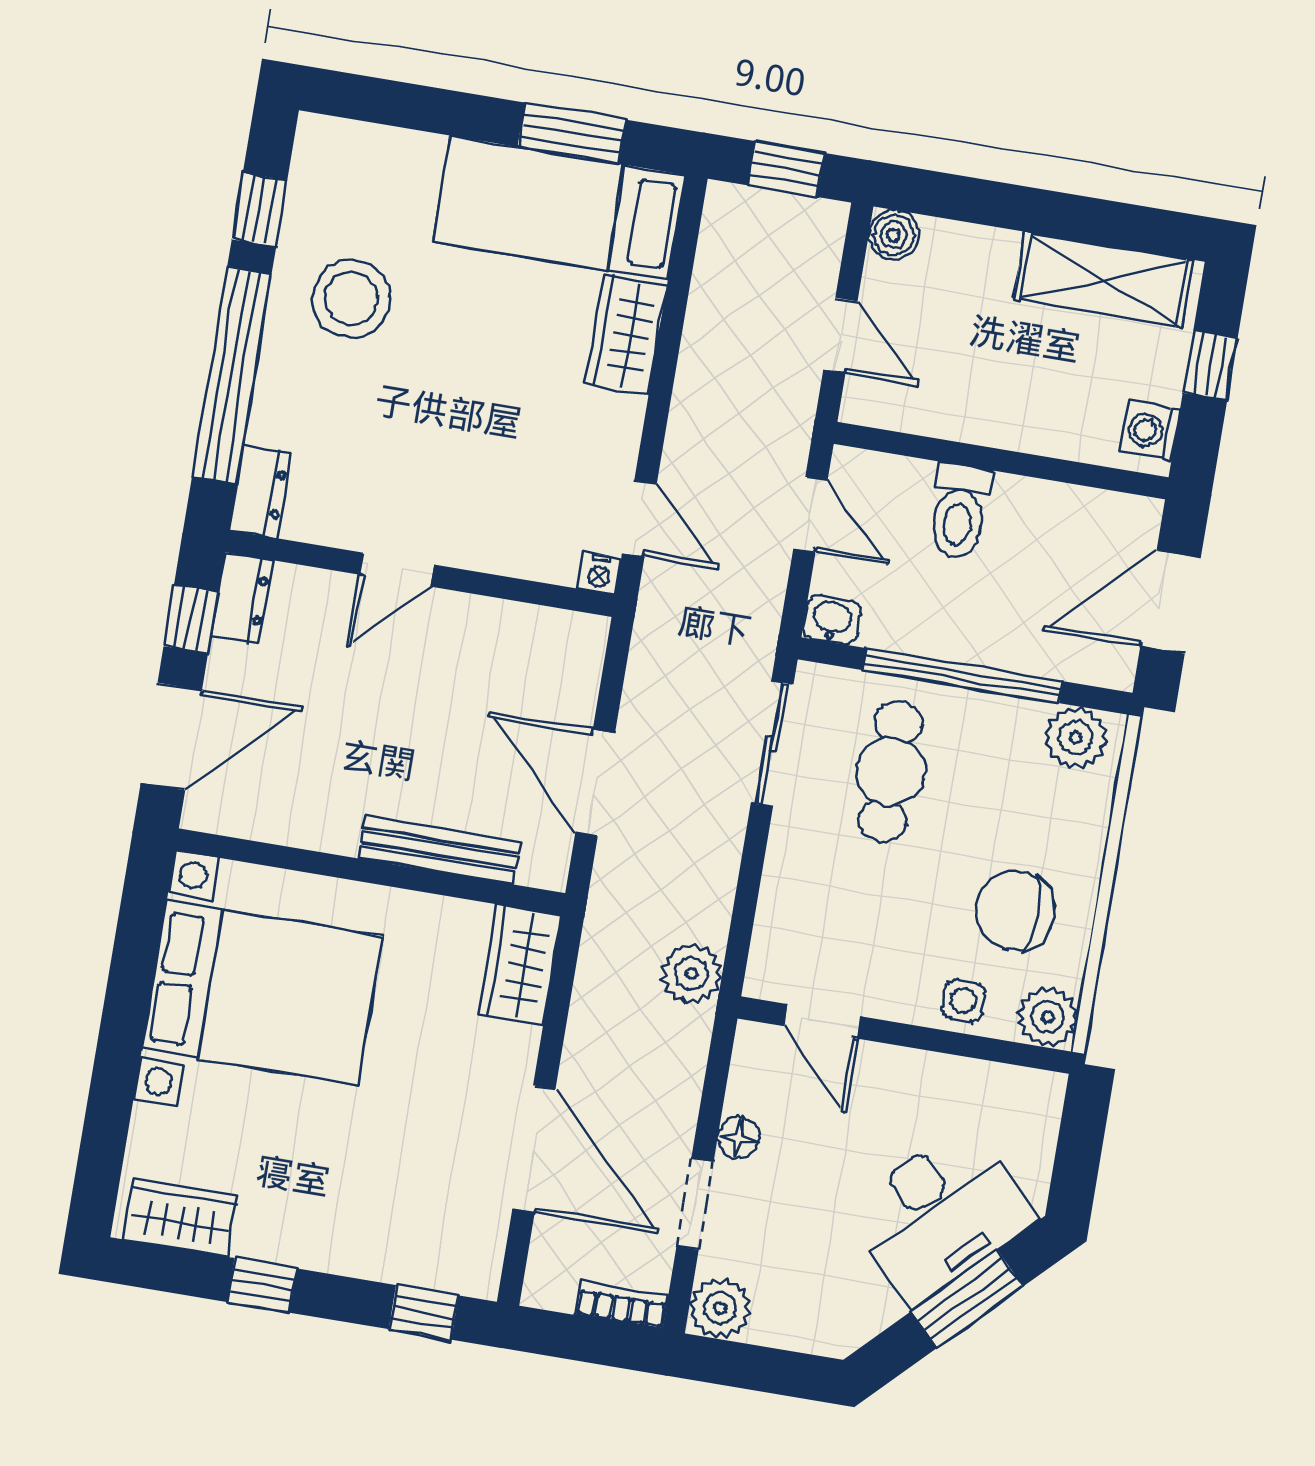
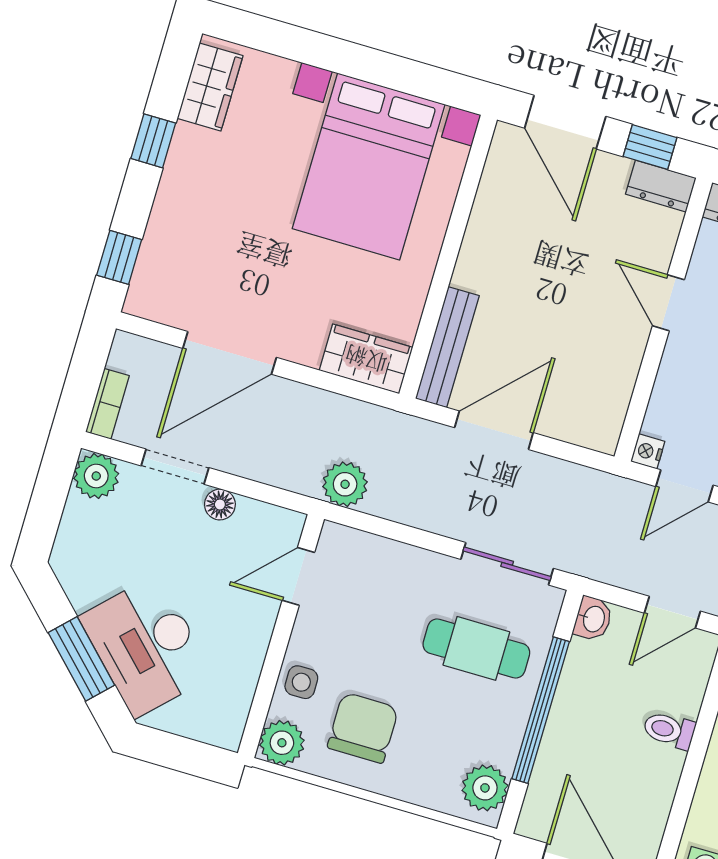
toilet: (959, 512) -> (669, 730), width x0.73, depth x0.72
bench: (440, 850) -> (447, 347), moved

